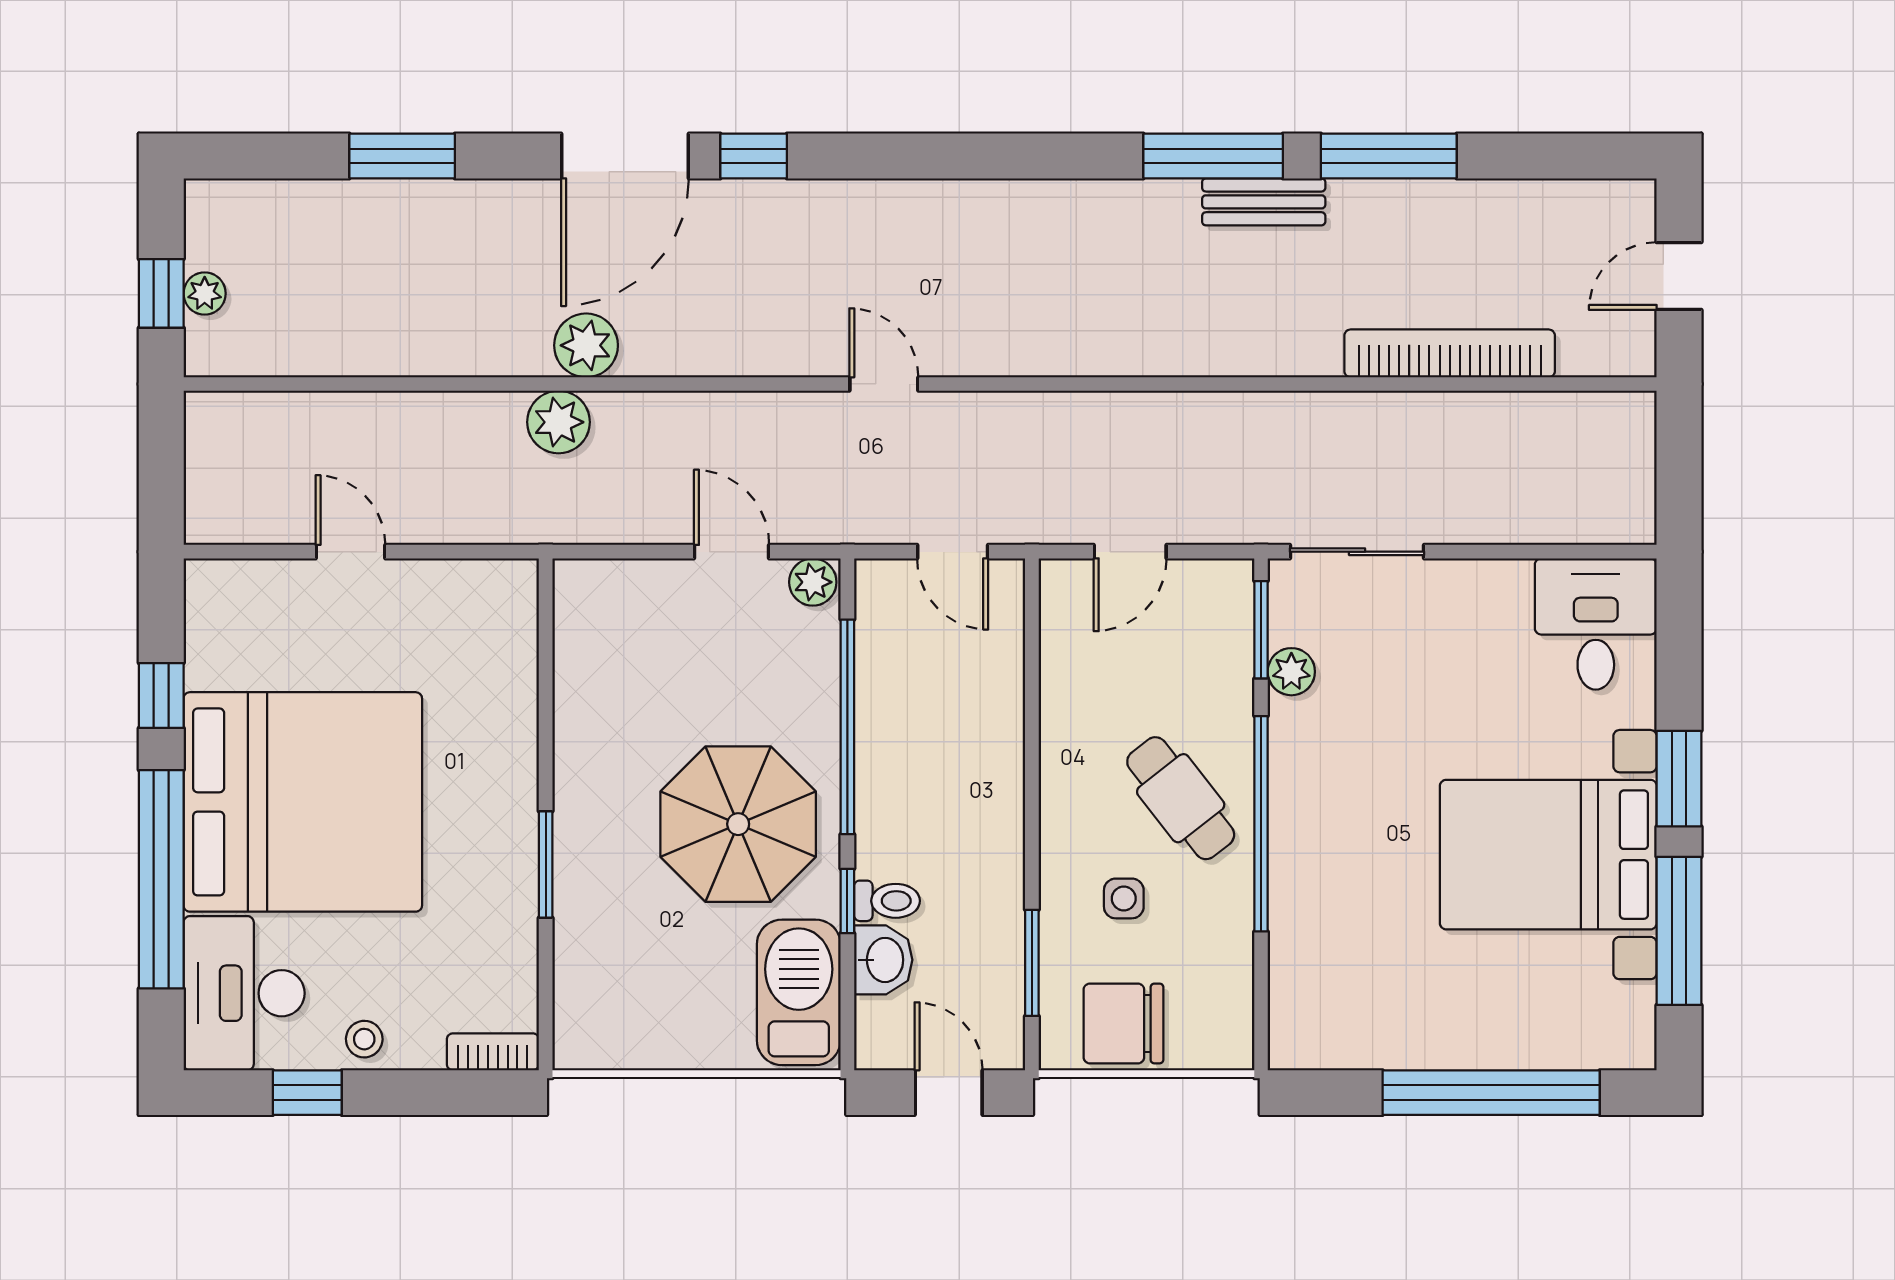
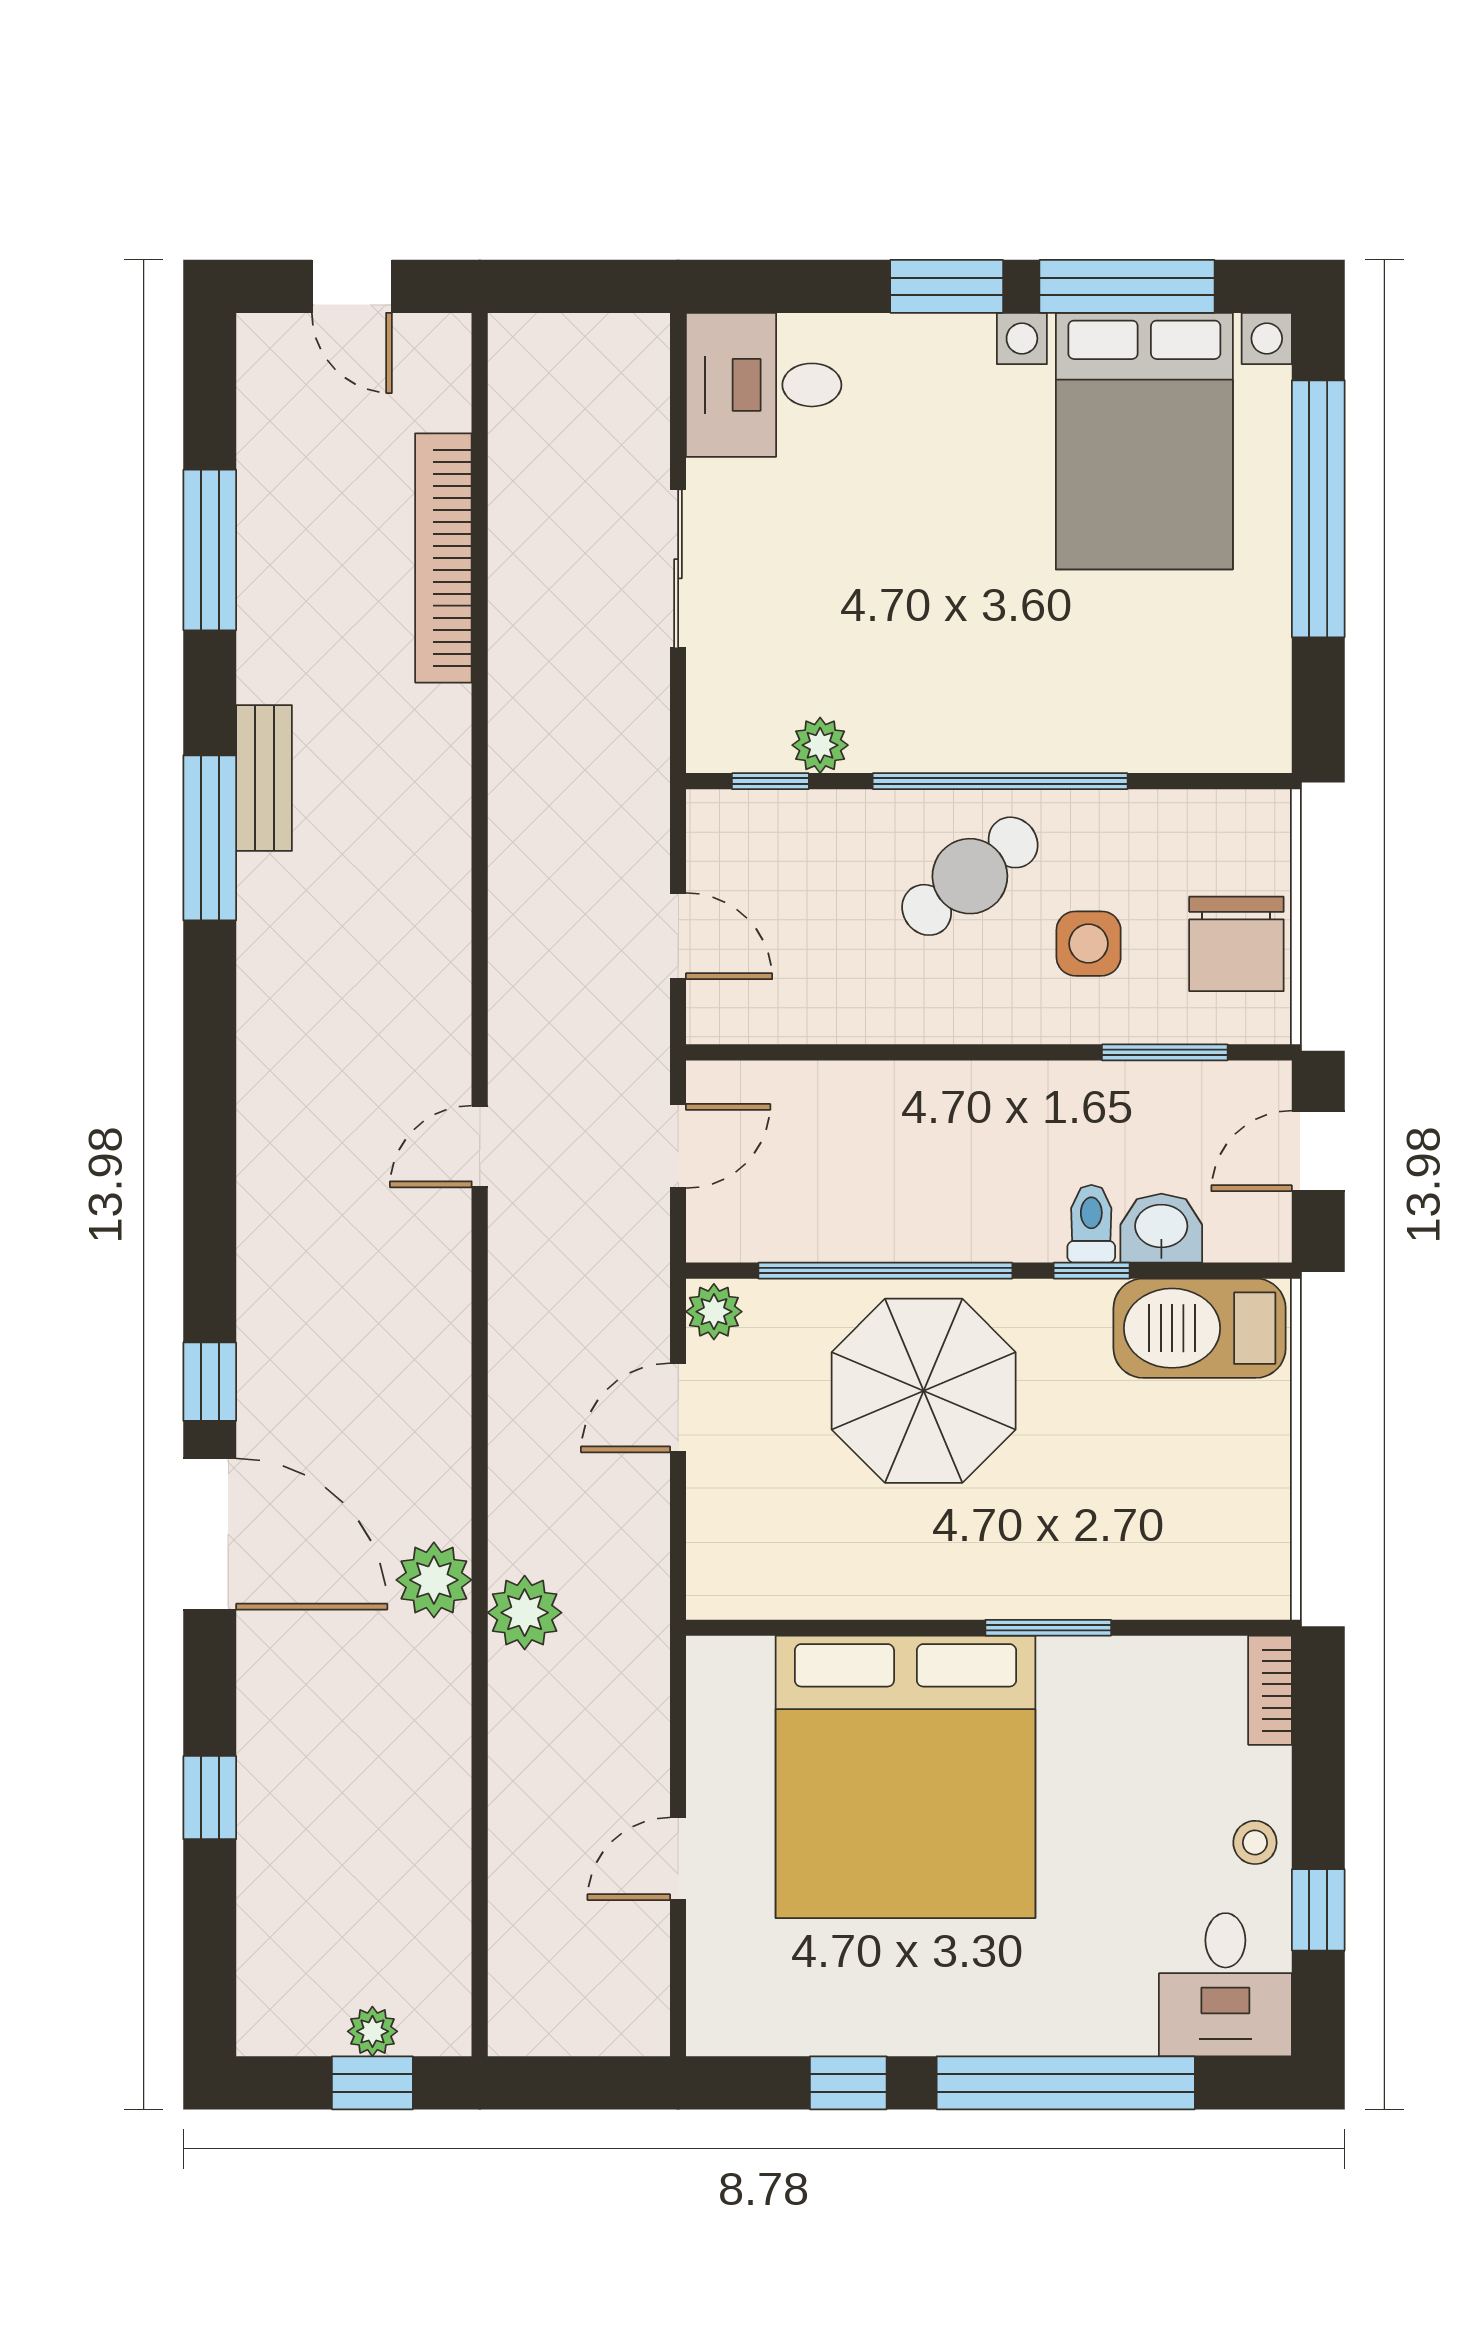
window: (402, 156) -> (210, 1798), width x0.67
window: (1389, 156) -> (210, 550), moved
door: (884, 384) -> (480, 1146), moved
sliding door: (1357, 552) -> (678, 569), moved
window: (1261, 630) -> (770, 781), width x0.67
bed: (303, 802) -> (905, 1777), moved, turned 180
parasol: (738, 824) -> (924, 1391), moved
bed with nightstands: (1548, 855) -> (1144, 441), moved
side table: (1124, 898) -> (1089, 944), width x1.37, depth x1.37
desk: (244, 993) -> (1225, 1985), width x0.73

